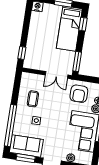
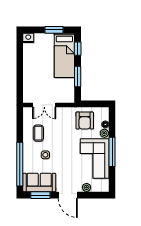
window: (22, 53) -> (20, 88), removed
window: (77, 62) -> (78, 77), moved
double door: (57, 75) -> (44, 105), moved

